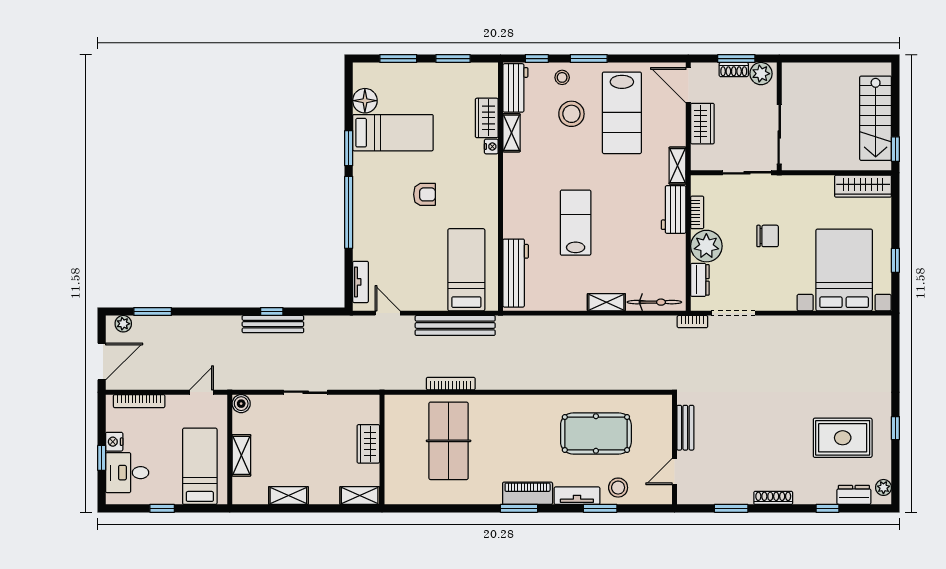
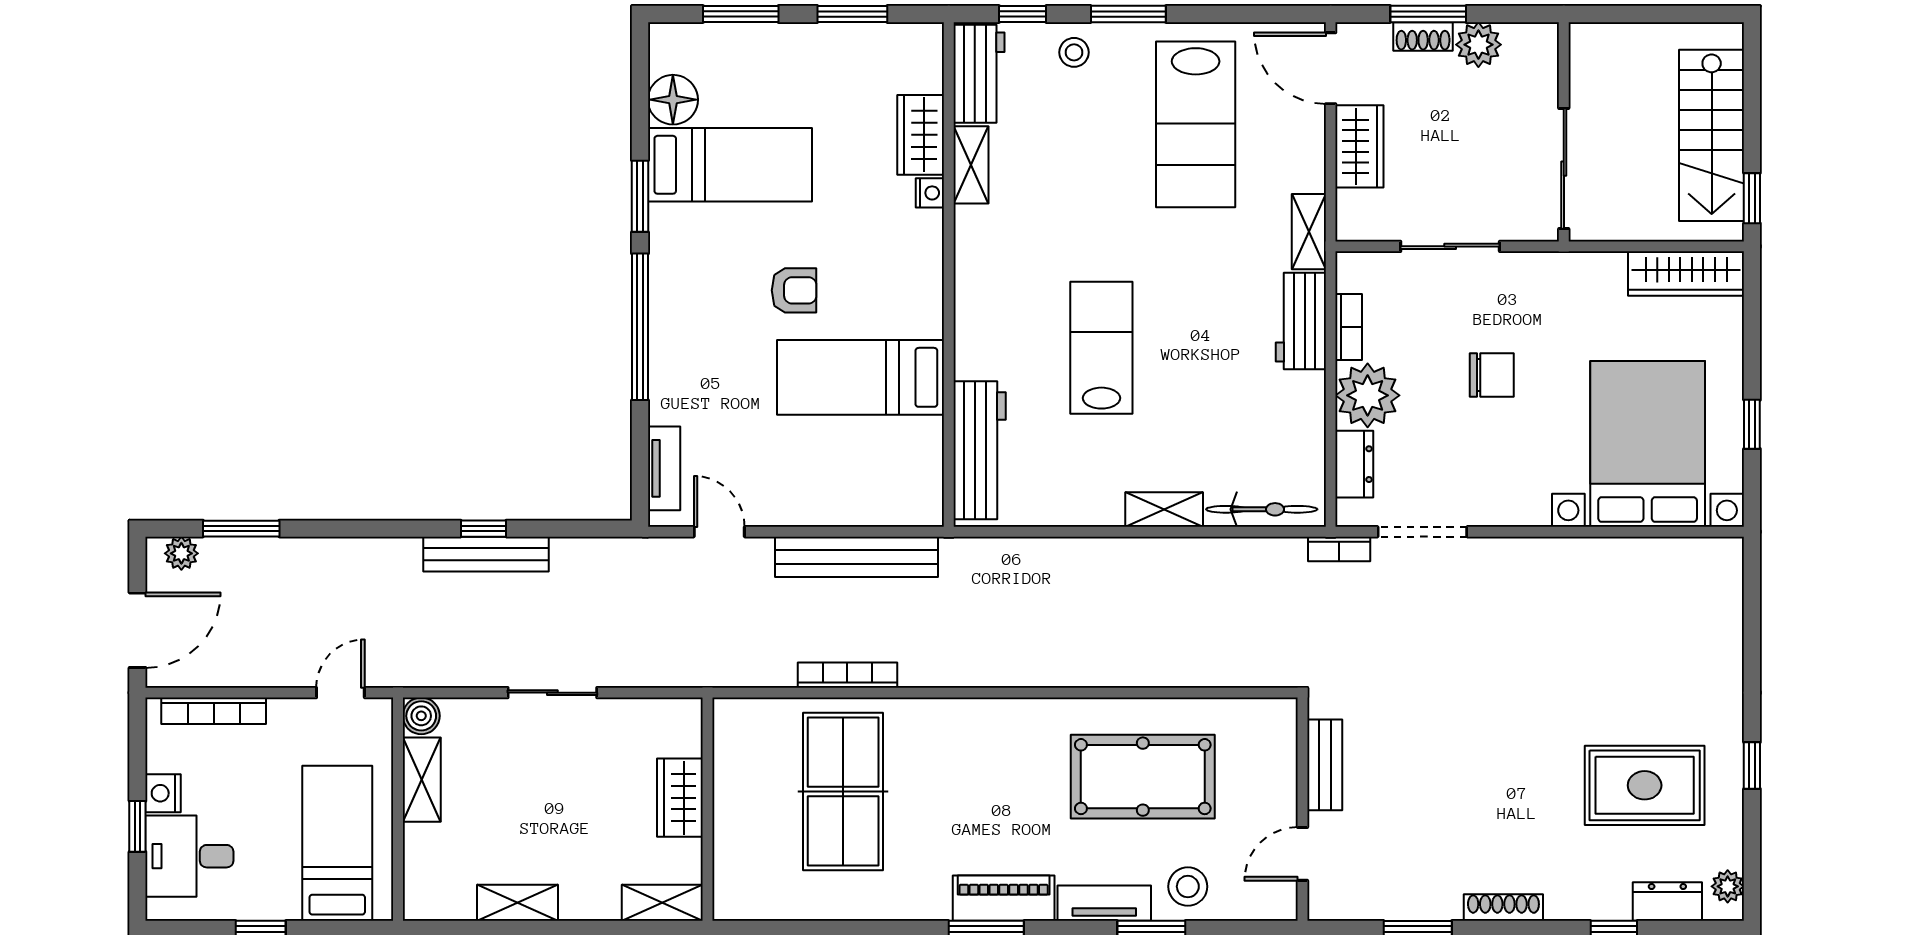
stool: (571, 114) -> (1093, 126), removed
wall: (779, 116) -> (1564, 132), moved
sliding door: (779, 135) -> (1564, 169), moved
bed: (466, 270) -> (860, 377), moved, turned -90
shelving: (241, 455) -> (422, 780), moved

